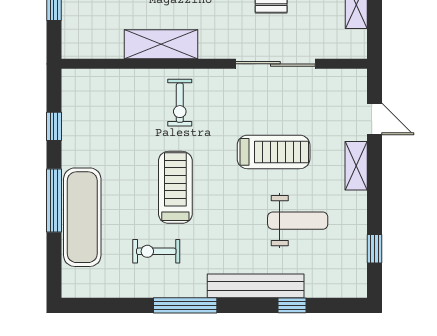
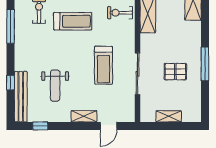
exercise bike: (180, 103) -> (120, 13), moved
treadmill: (274, 152) -> (103, 65), moved
bench: (256, 286) -> (21, 97), moved

